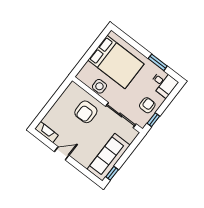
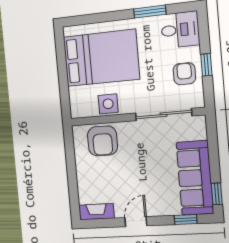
armchair: (86, 112) -> (102, 141), moved
window: (153, 120) -> (206, 65), moved
window: (87, 173) -> (186, 220), added

